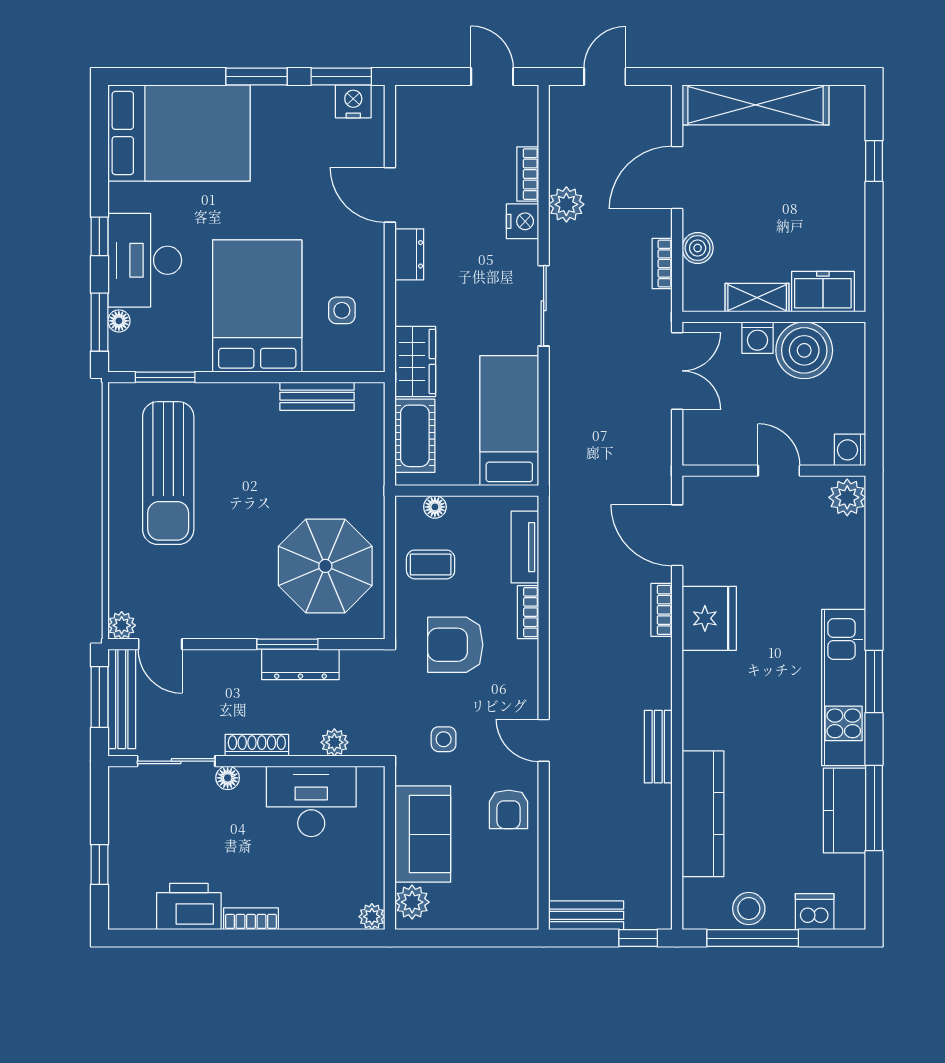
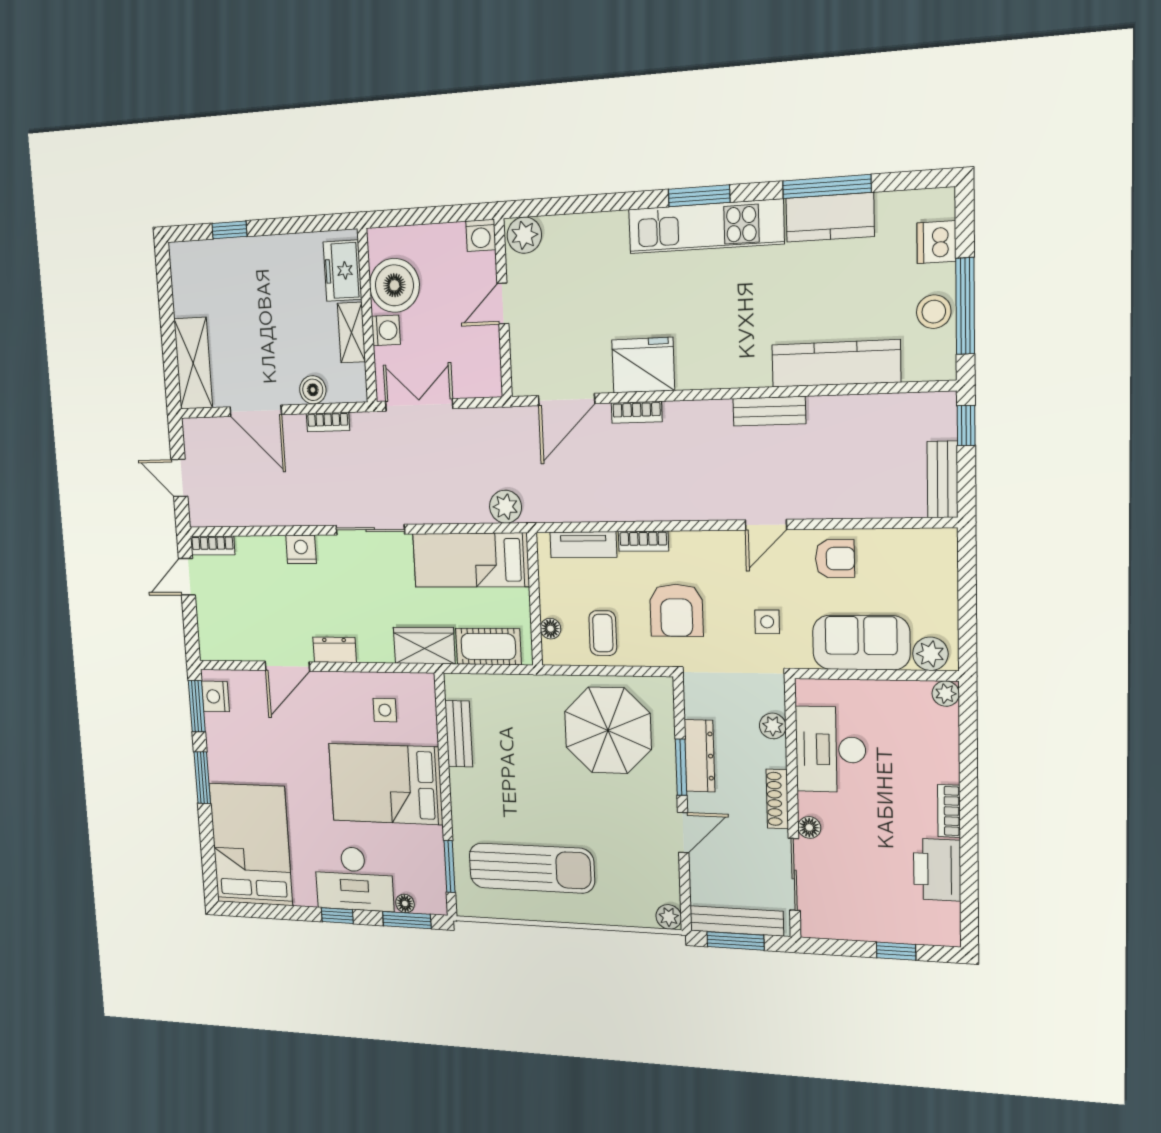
shelving: (755, 105) -> (193, 363), width x0.68
bookcase: (528, 174) -> (213, 546), moved
plant: (566, 204) -> (506, 507), moved
door: (160, 644) -> (683, 833), moved

